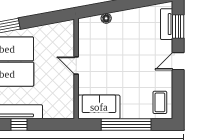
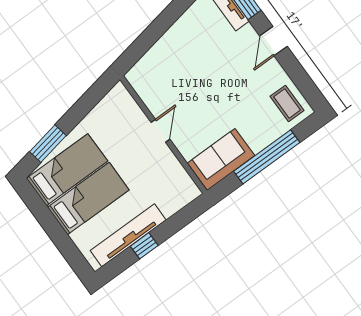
floor lamp: (106, 18) -> (156, 52), removed
door: (76, 65) -> (160, 131), swing flipped

